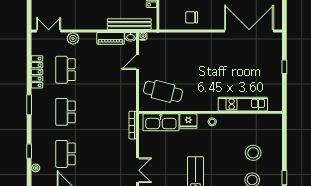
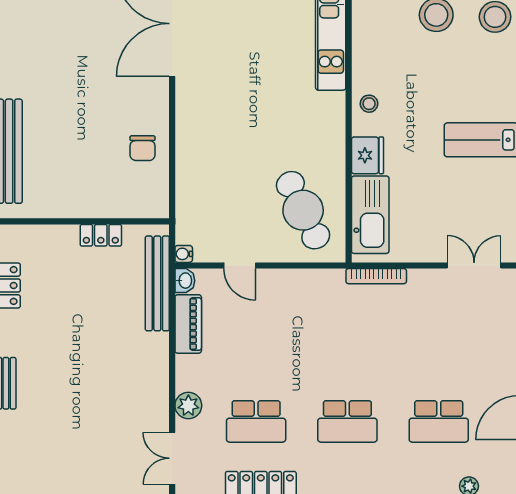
cafe table: (163, 91) -> (303, 210), turned -40

